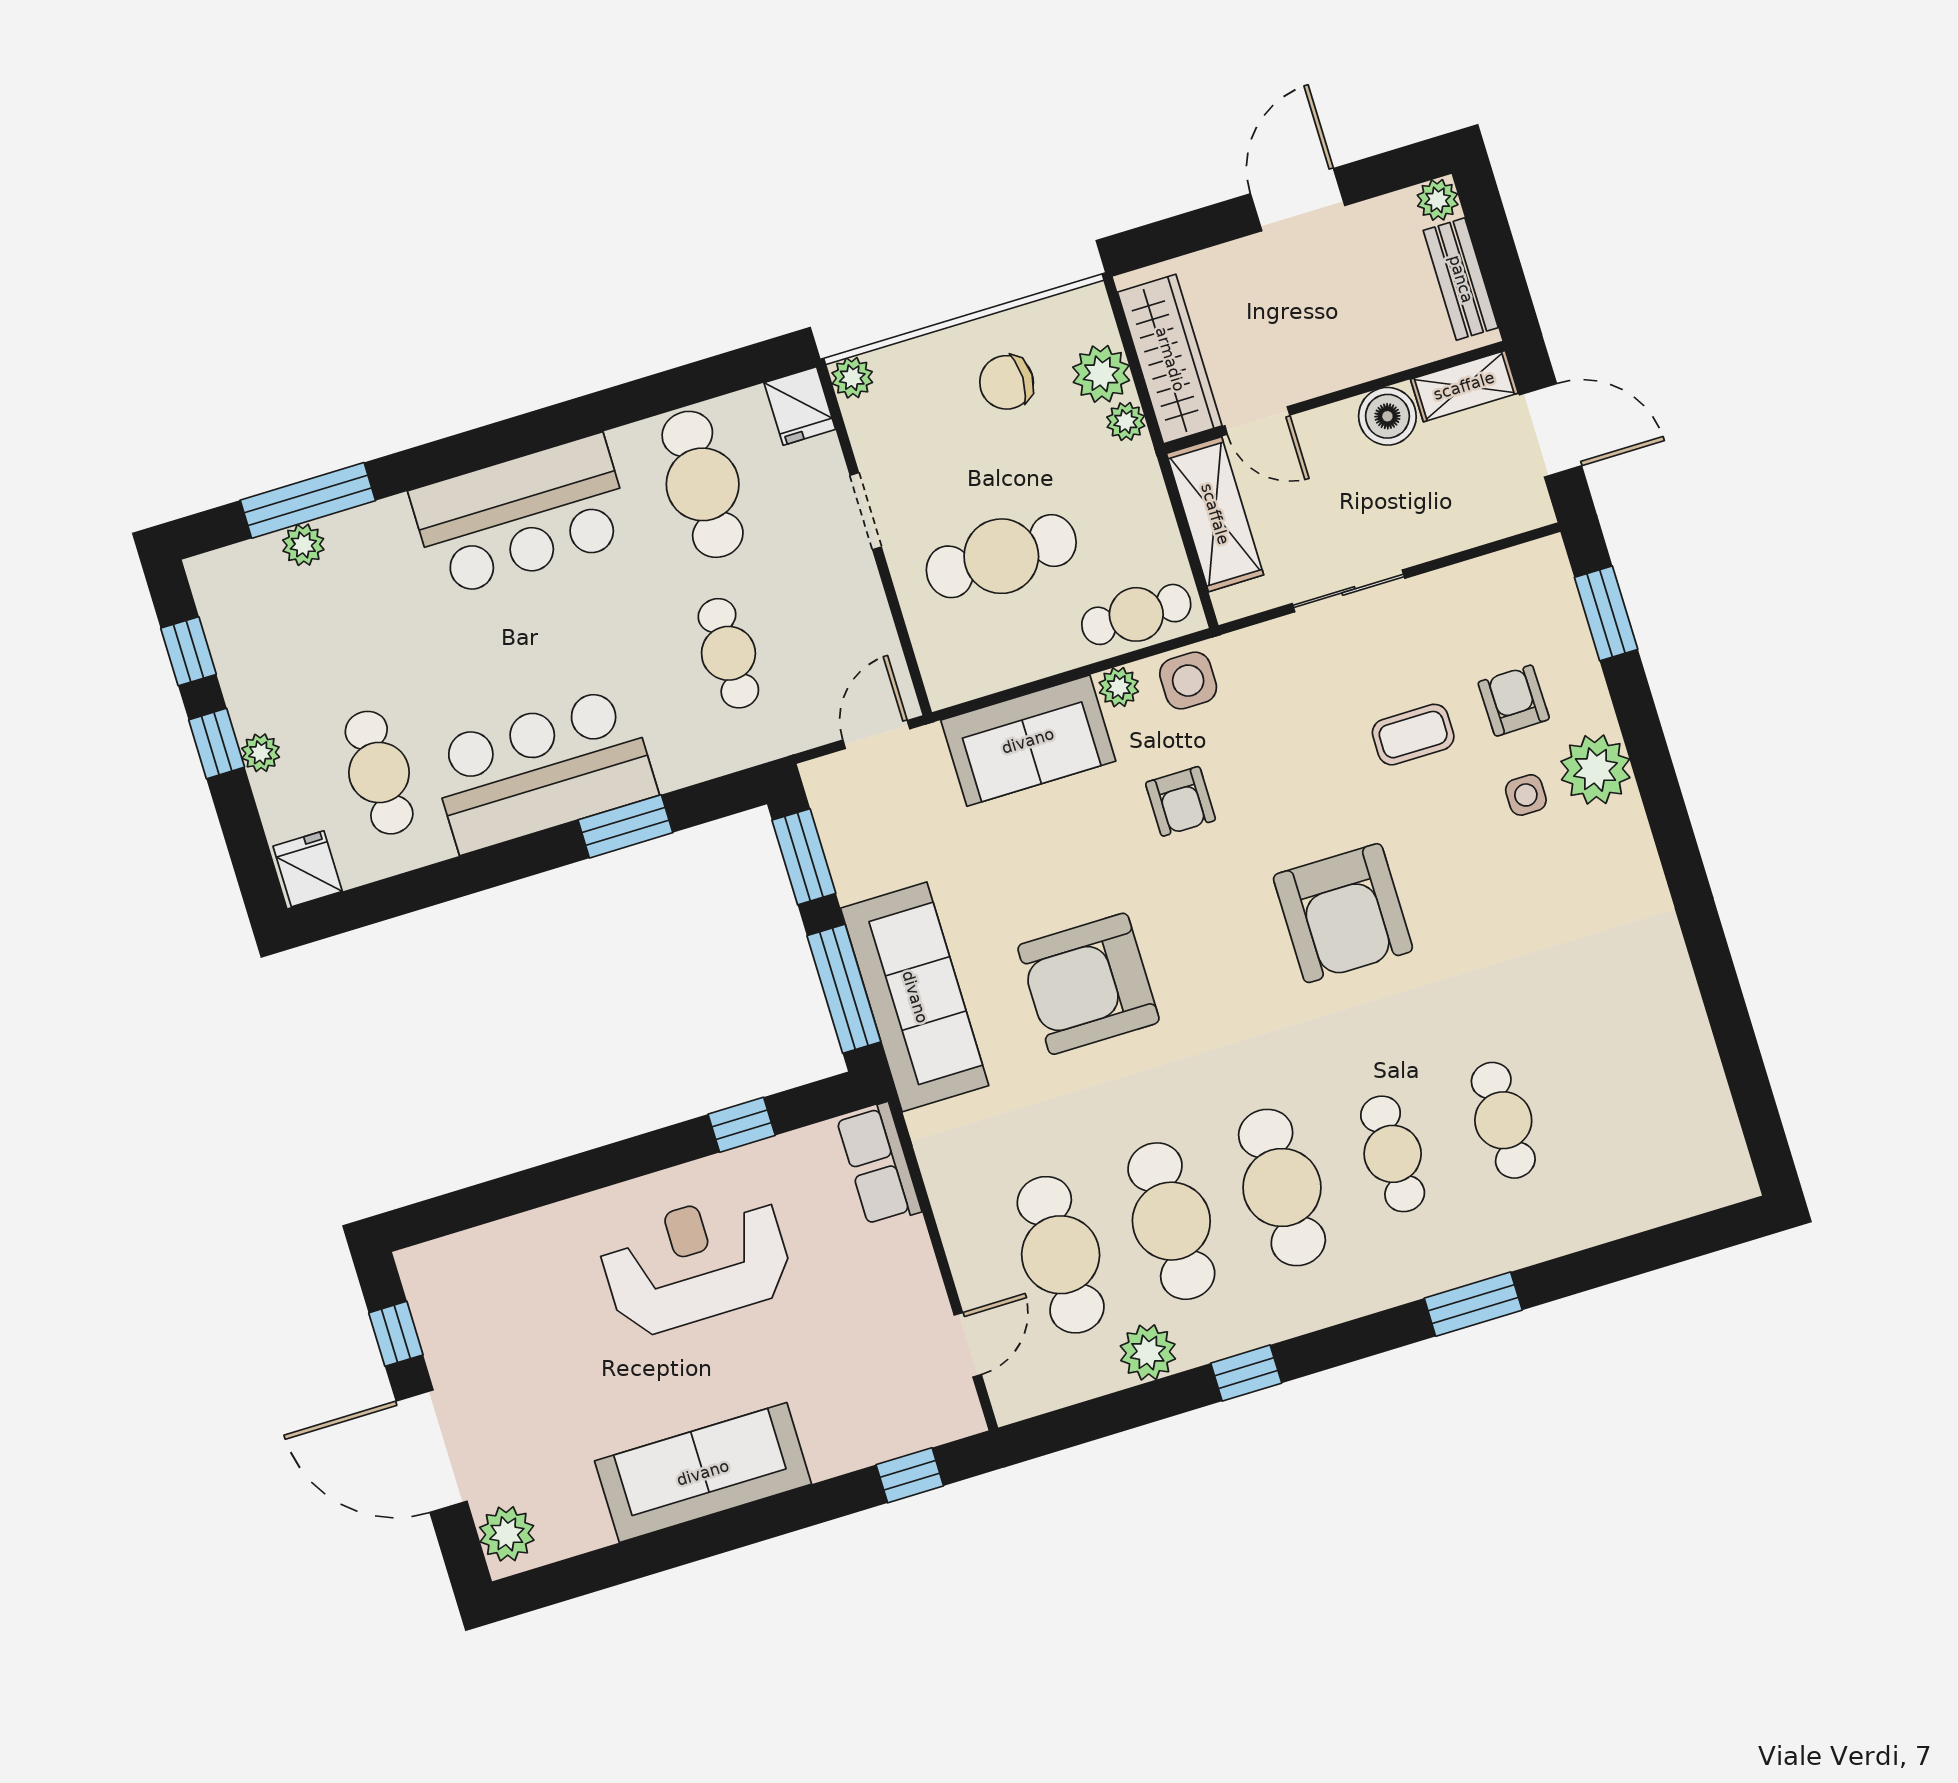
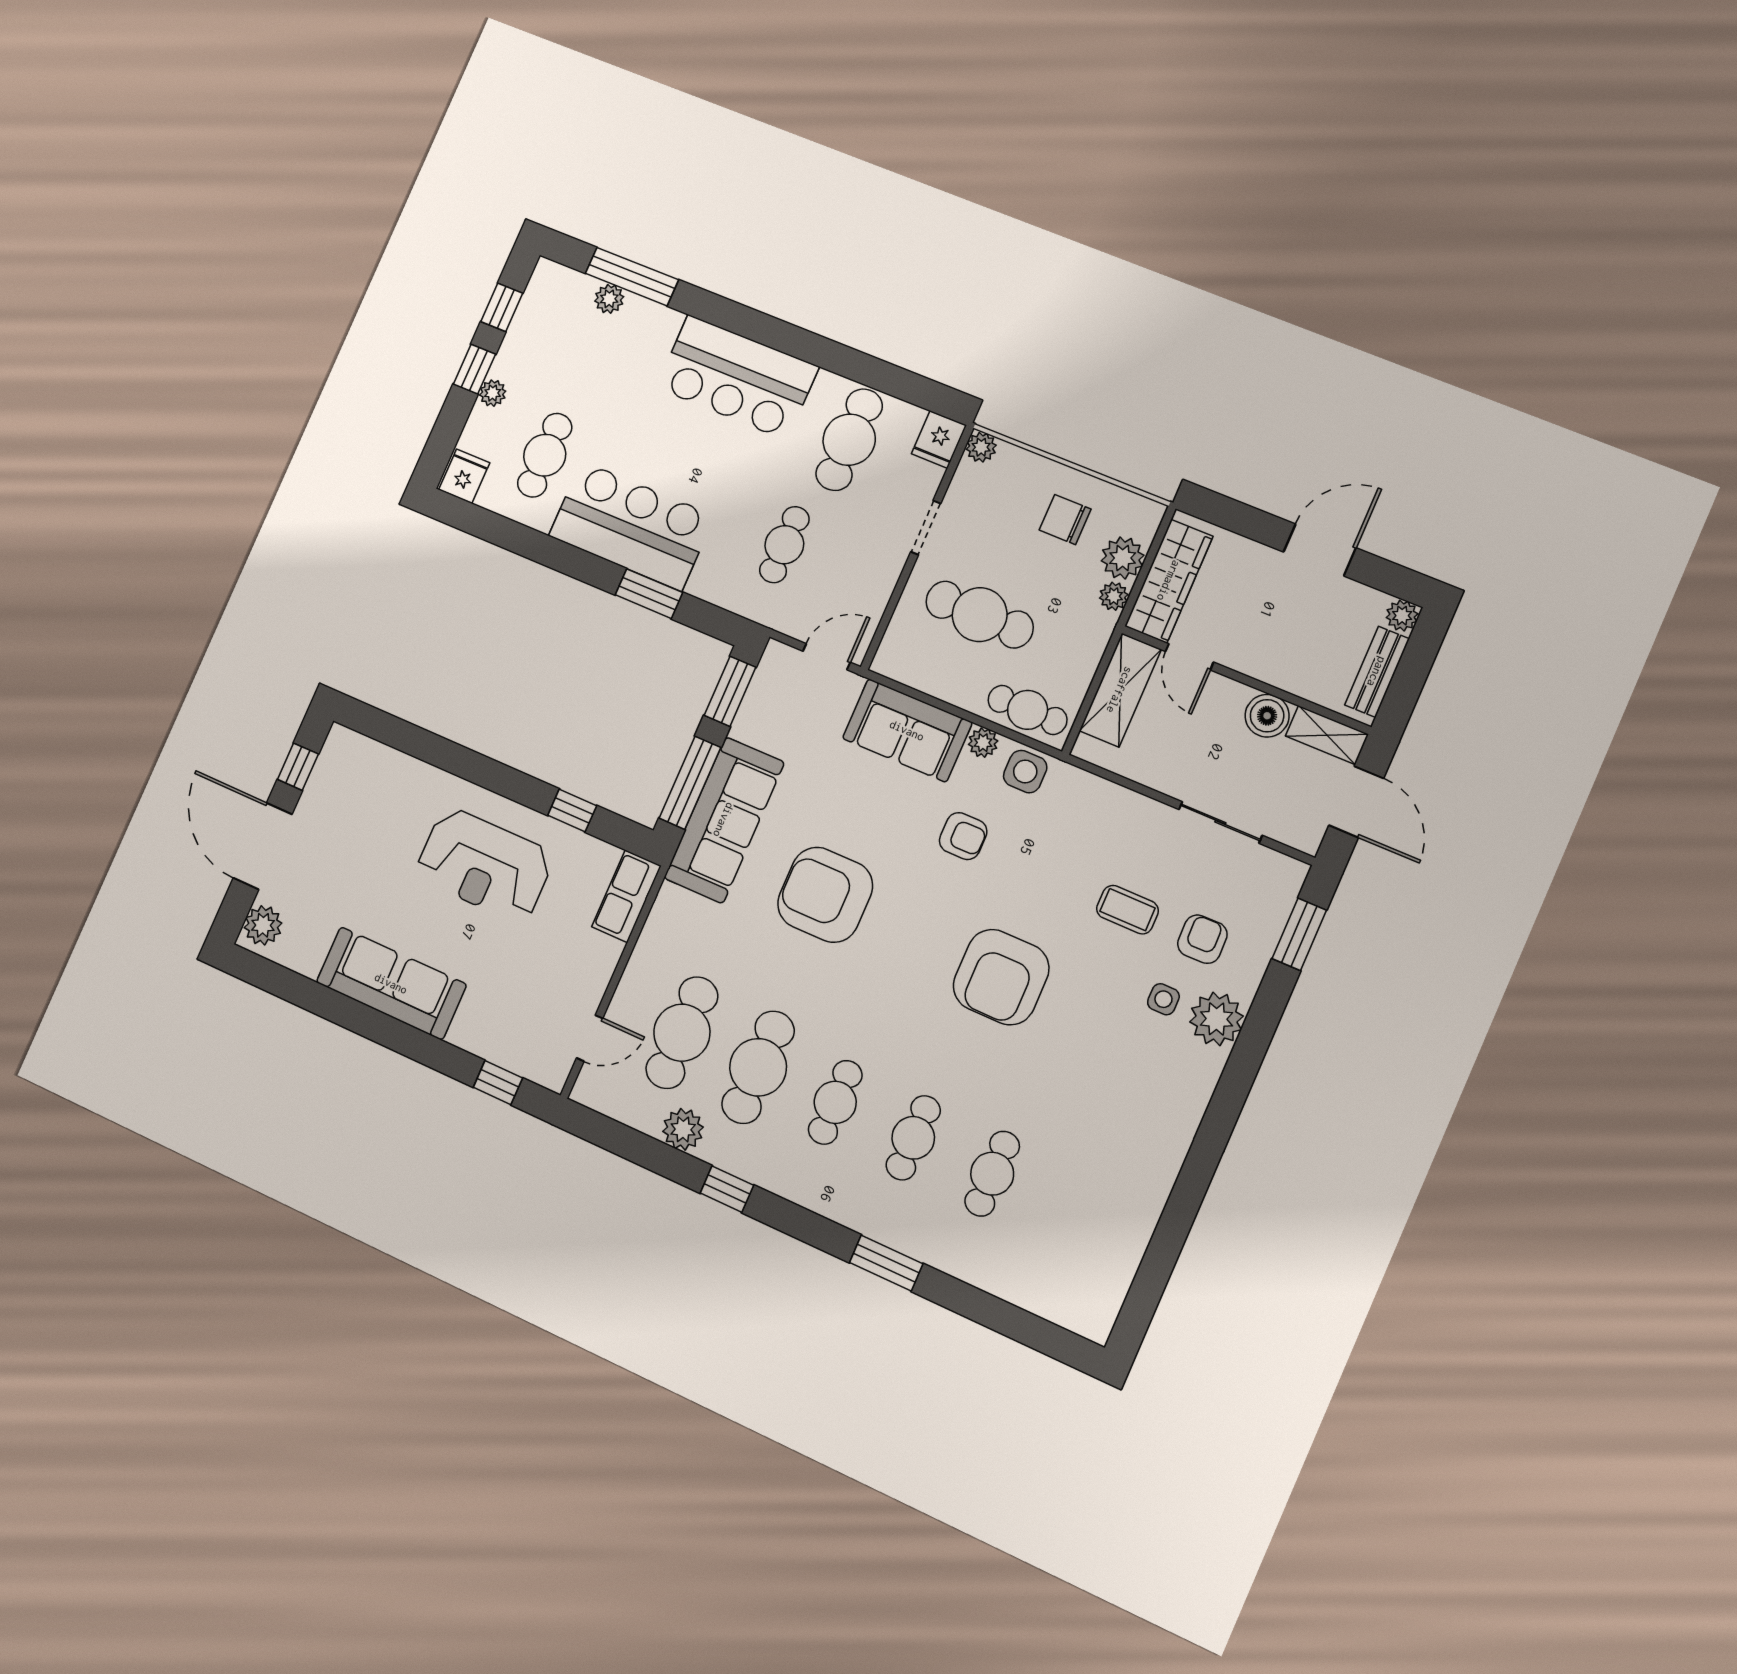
sliding door: (1349, 591) -> (1220, 822), moved
armchair: (1181, 801) -> (963, 836), turned -90
cafe table: (1282, 1187) -> (835, 1102), width x0.73, depth x0.74
reception desk: (696, 1263) -> (484, 865), turned 180

